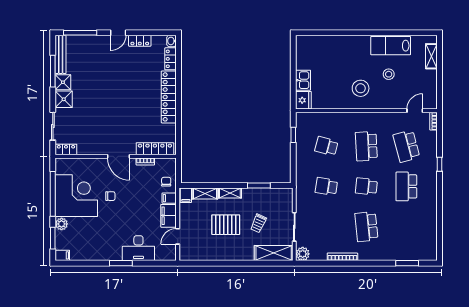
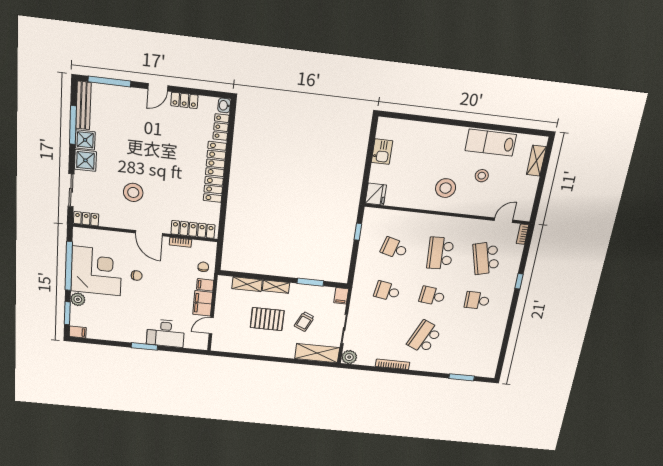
kitchen sink: (303, 80) -> (382, 152), moved
stool: (104, 122) -> (133, 192), added
school desk: (406, 186) -> (477, 300), width x0.54
filing cabinet: (186, 195) -> (341, 296), moved
school desk: (366, 227) -> (424, 337), turned 30

